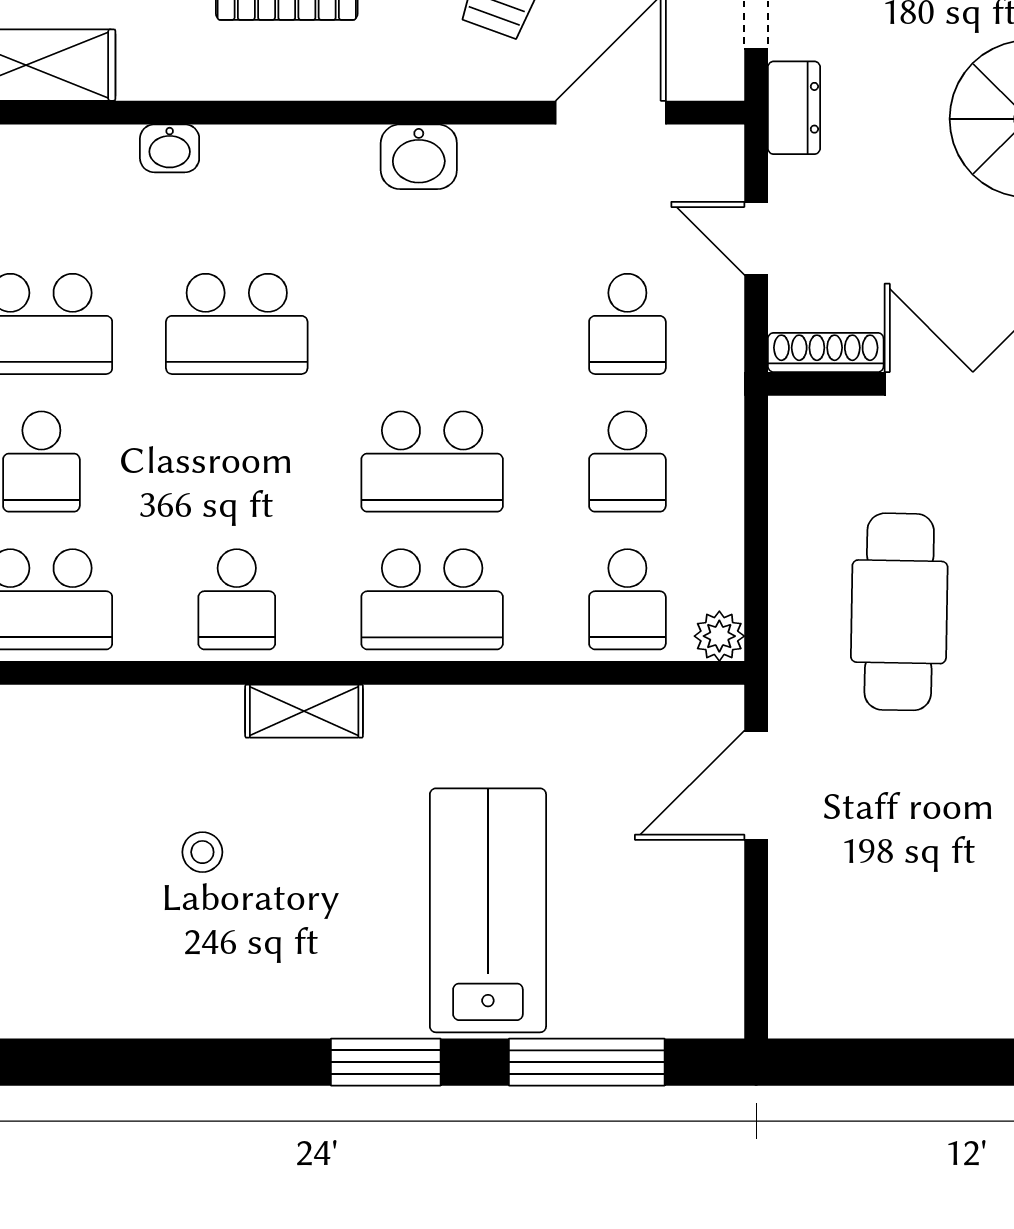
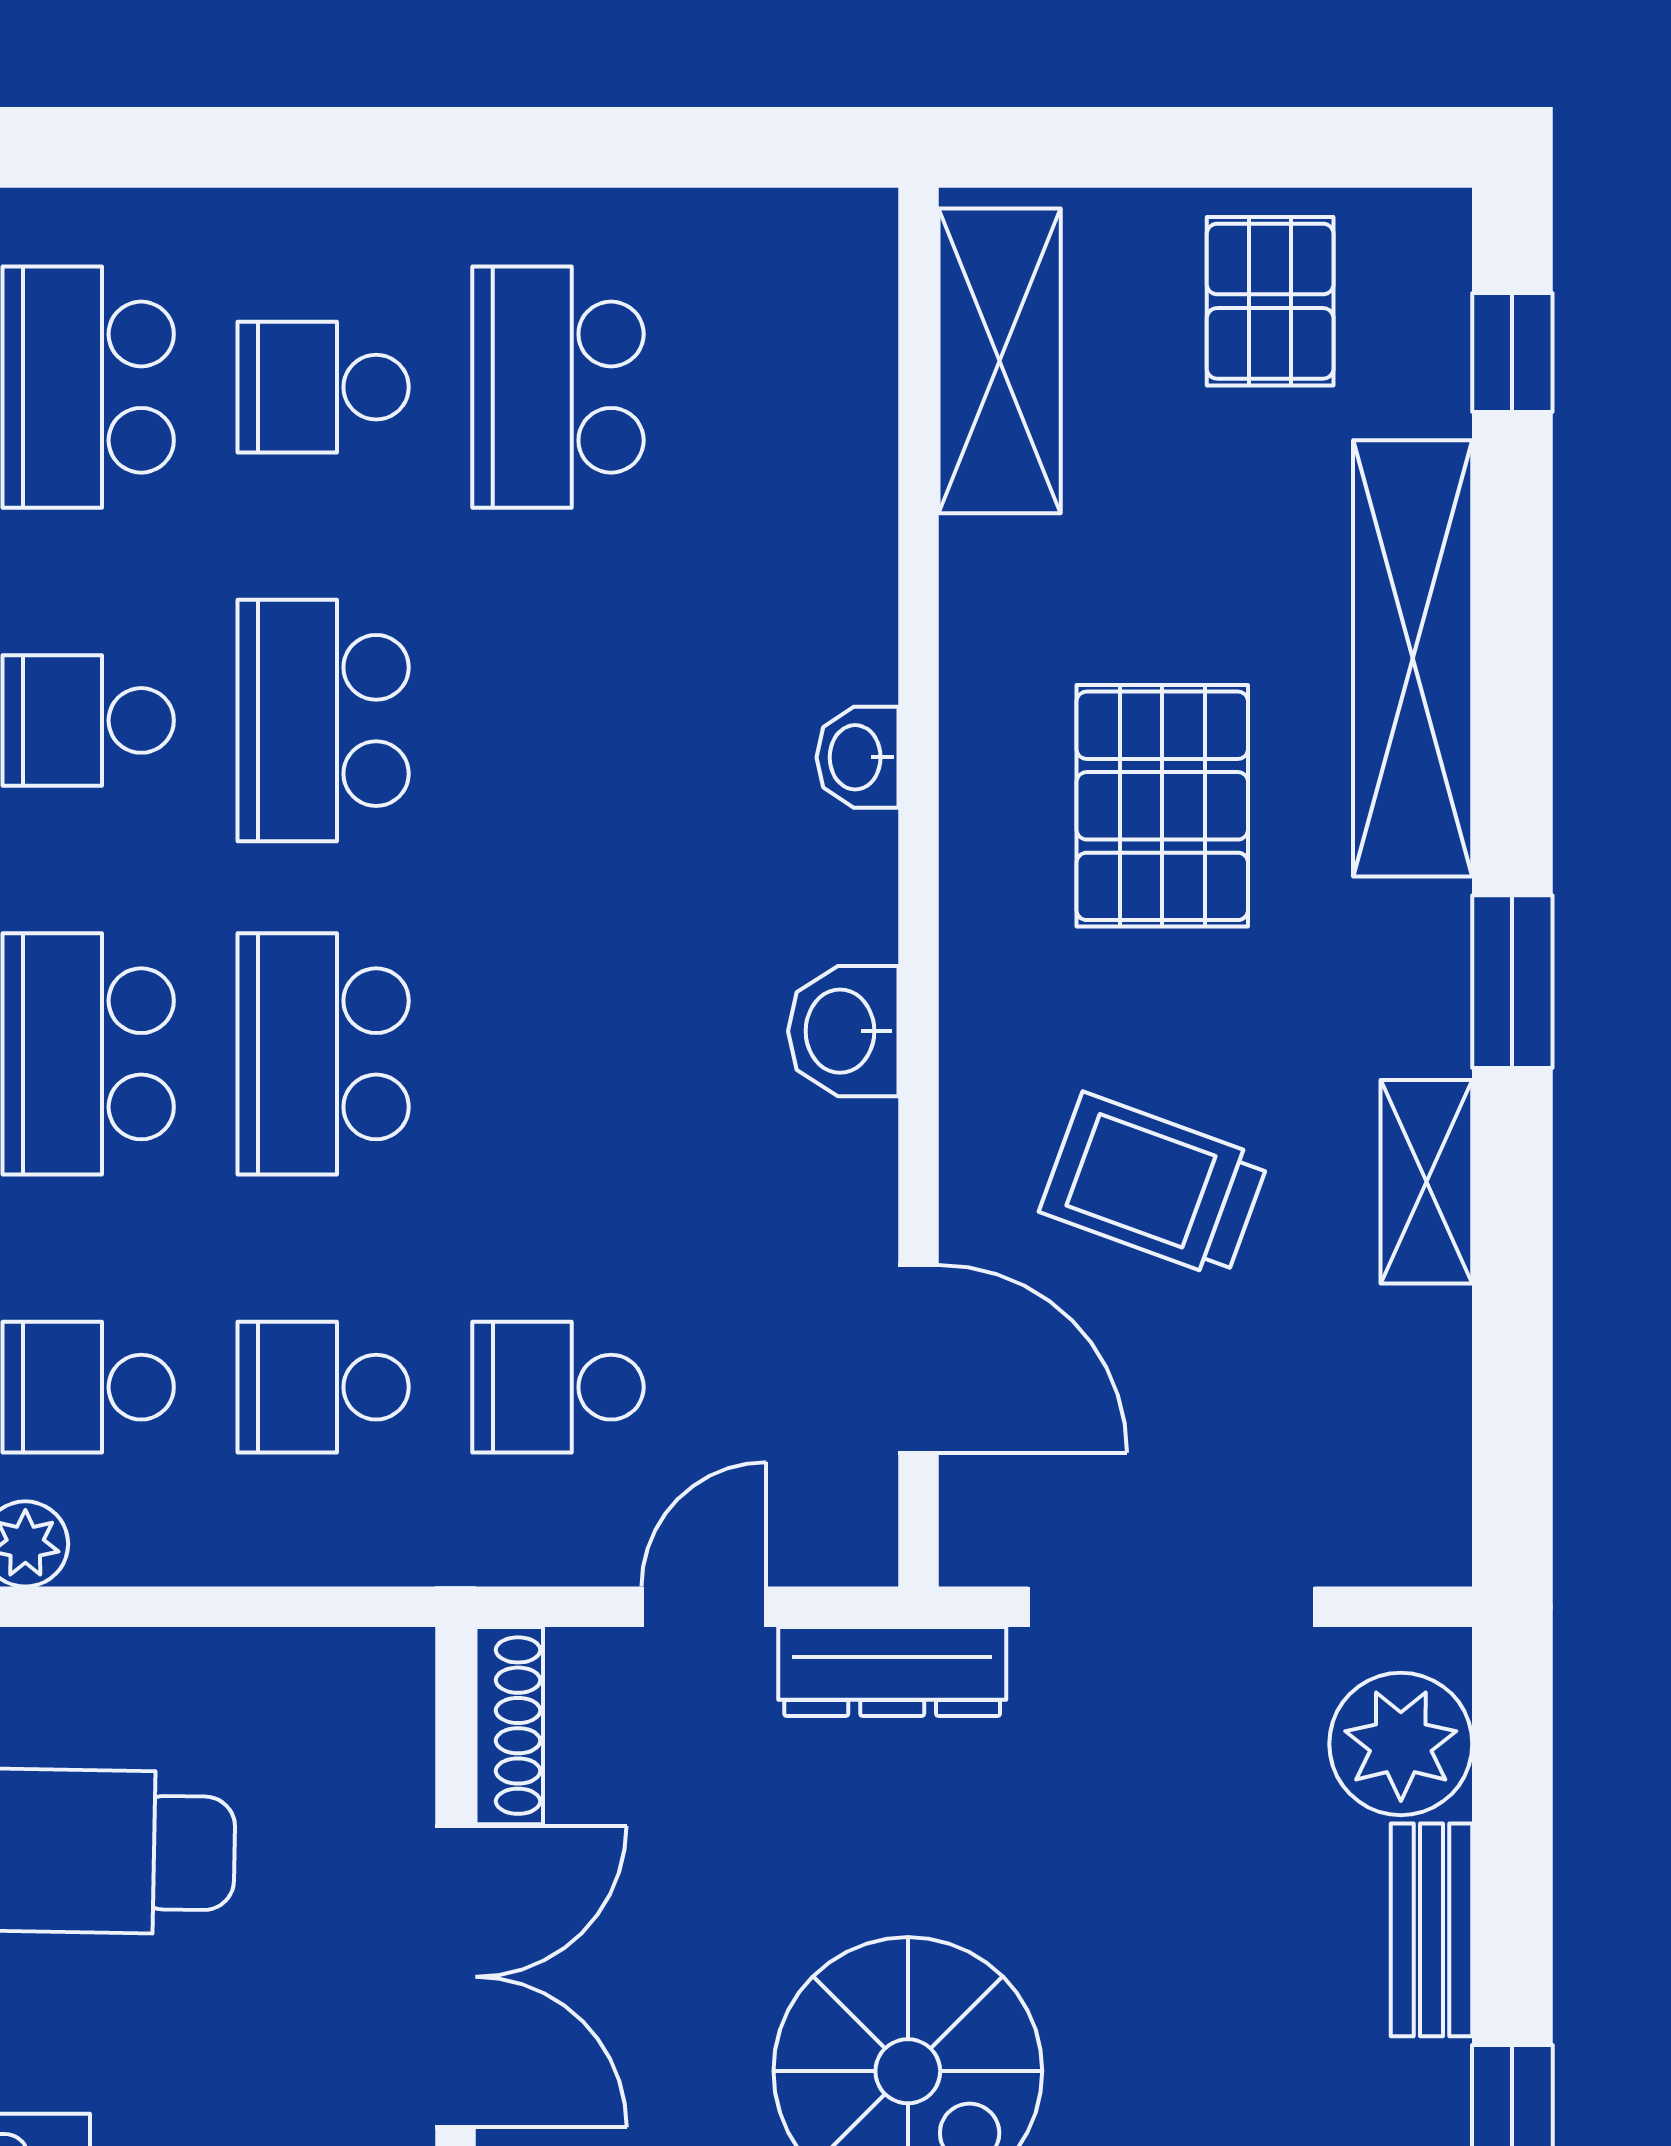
dresser: (794, 108) -> (892, 1671), width x1.44
washbasin: (170, 148) -> (858, 757), moved
school desk: (237, 324) -> (323, 720), moved

